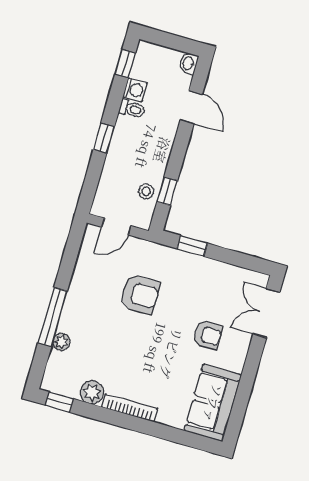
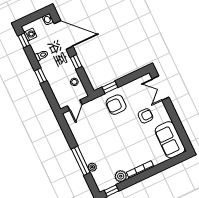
washing machine: (135, 90) -> (30, 34), moved
door: (191, 107) -> (63, 35), width x1.87
window: (167, 191) -> (76, 62), moved
armchair: (140, 294) -> (116, 105), moved, turned 180

